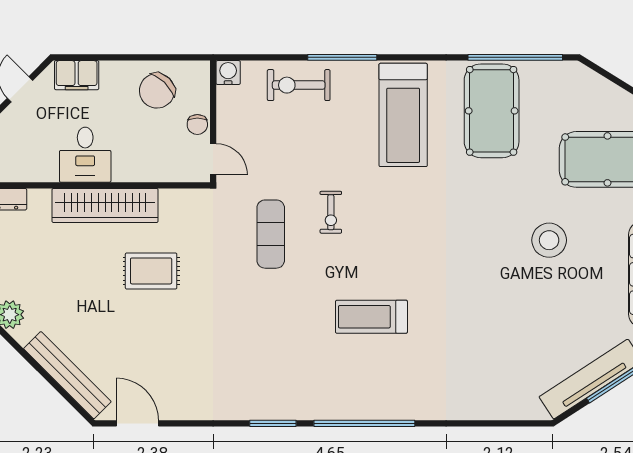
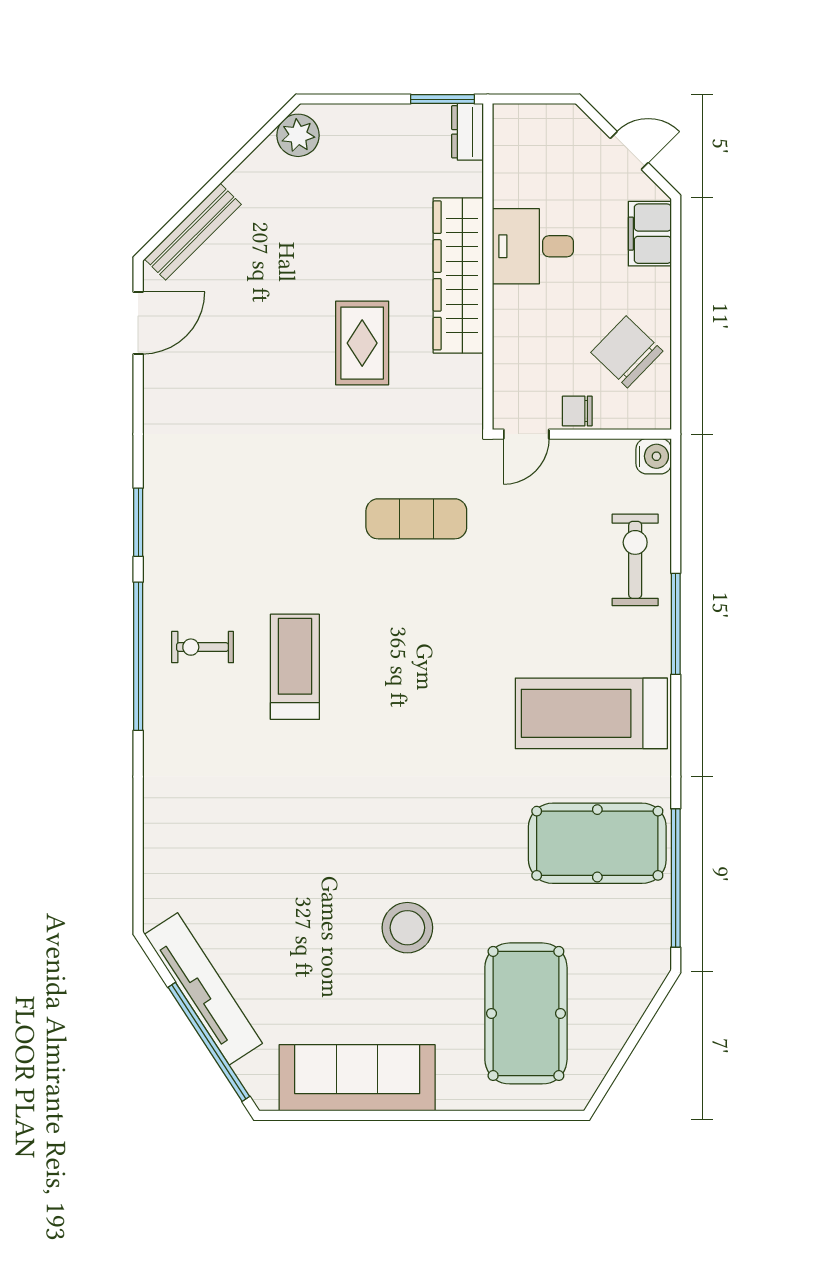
exercise bike: (331, 212) -> (203, 647), moved
bench: (67, 375) -> (193, 232), width x0.73, depth x0.82

